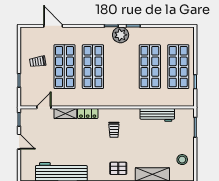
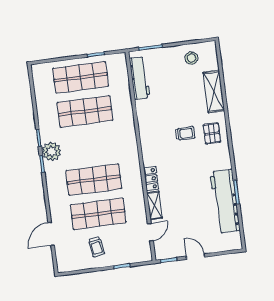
door: (44, 107) -> (150, 232), swing flipped
workbench: (157, 115) -> (140, 78), moved
trolley: (114, 130) -> (185, 133), moved
door: (19, 142) -> (195, 257), hinge flipped

